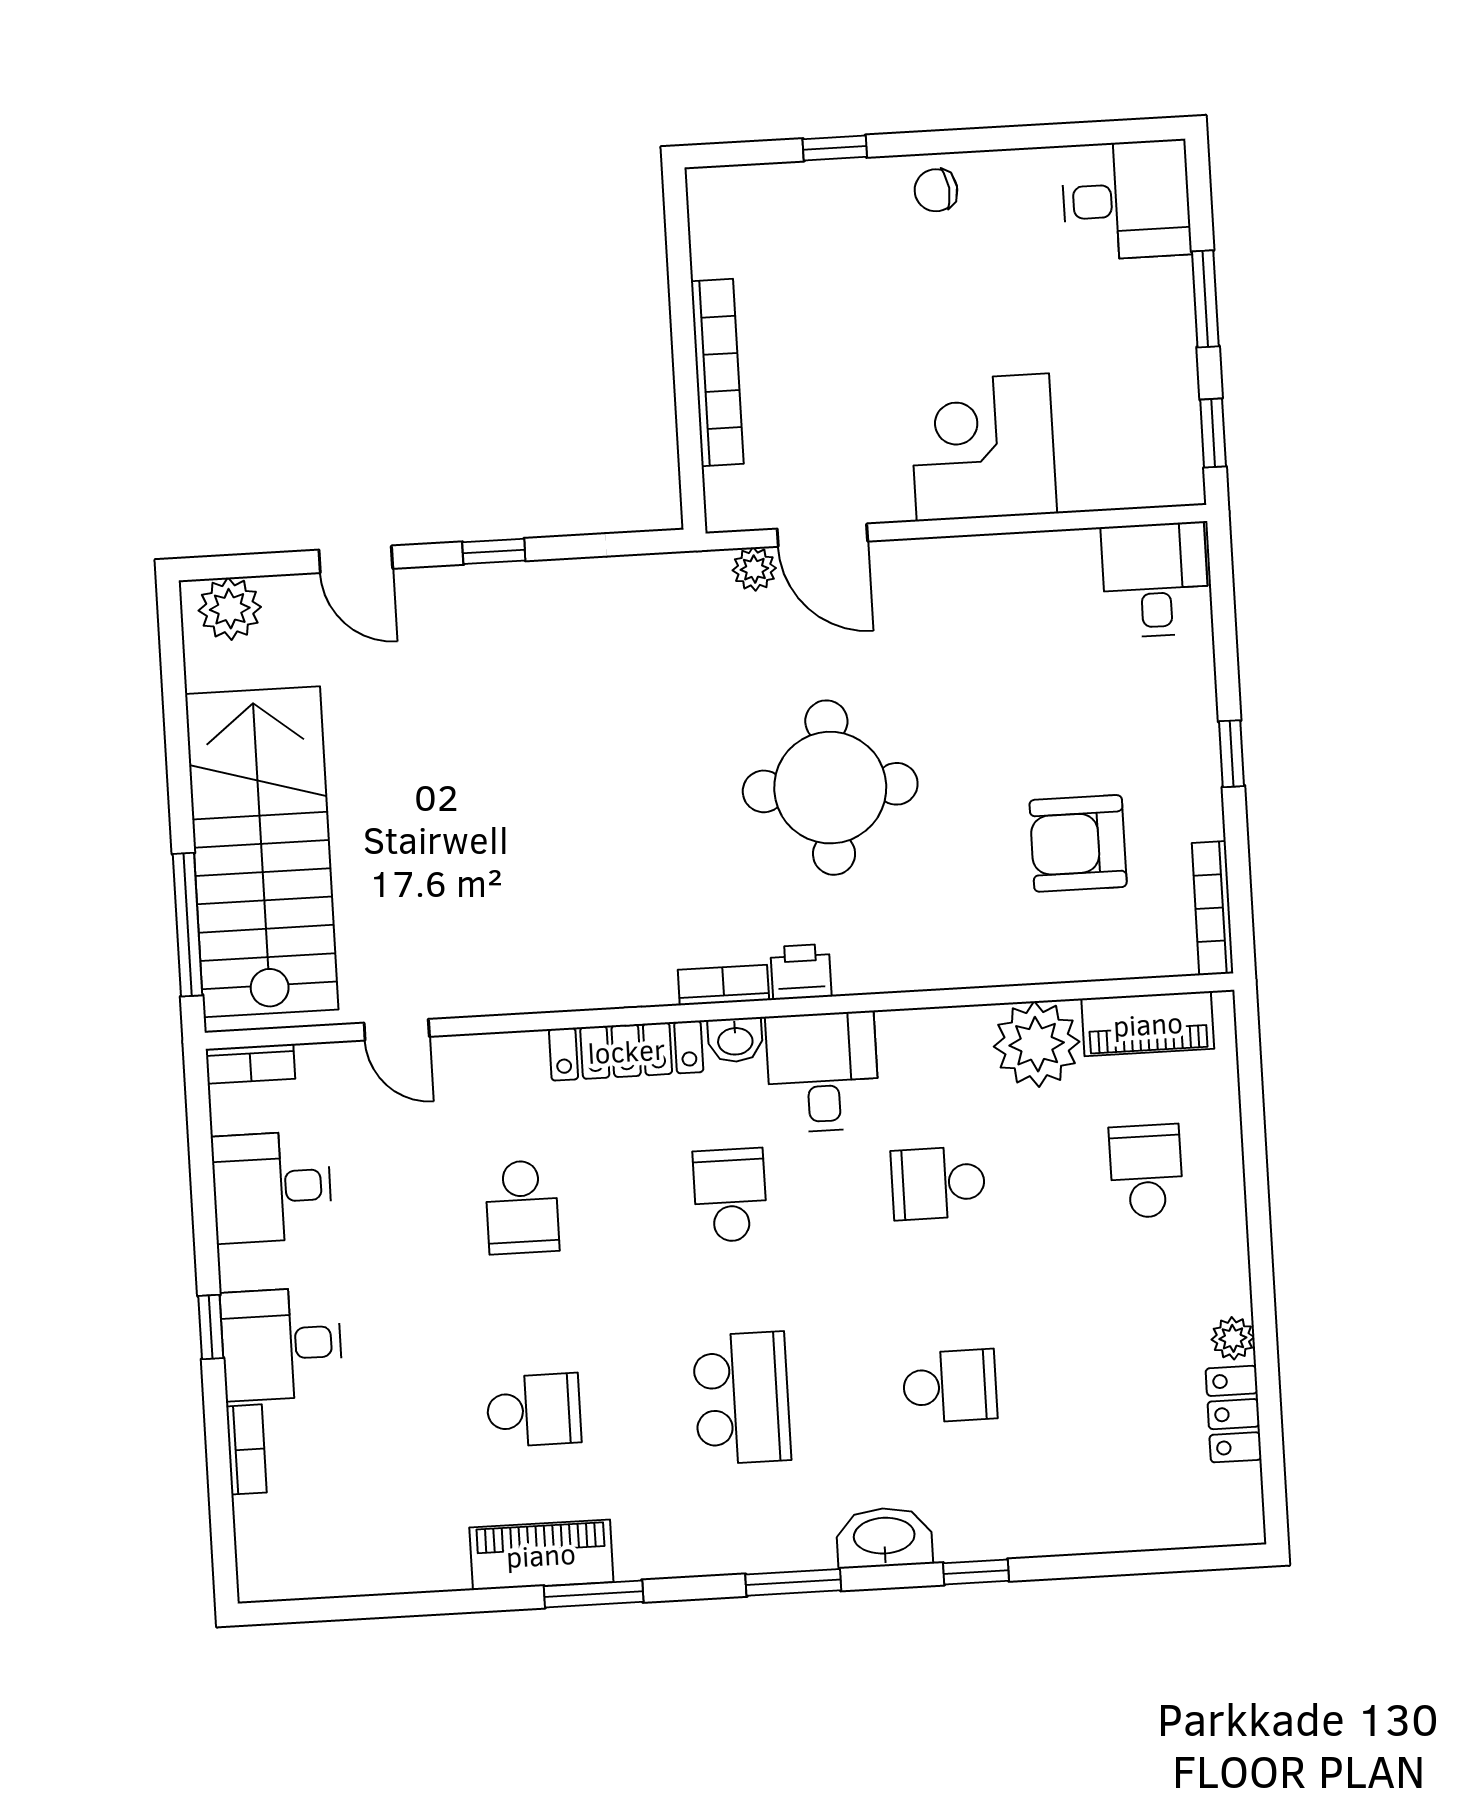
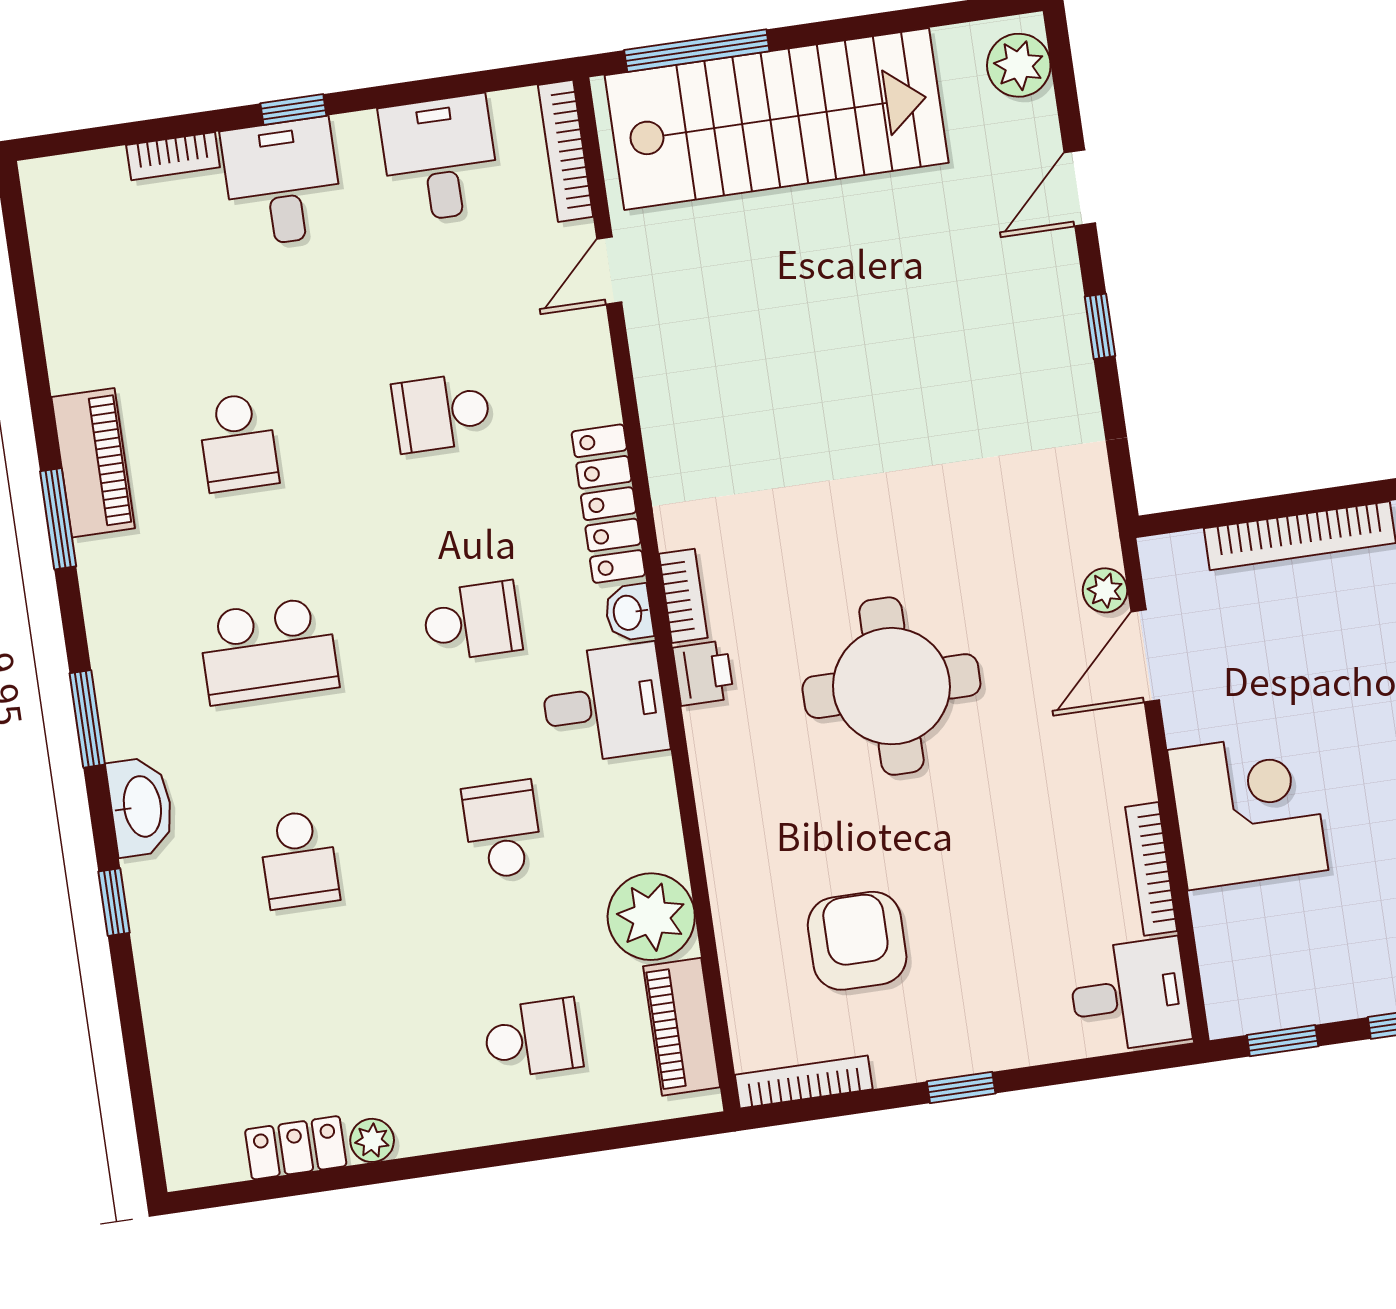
bookcase: (1033, 548) -> (1151, 869), added
bookcase: (250, 1064) -> (566, 151), width x1.56

